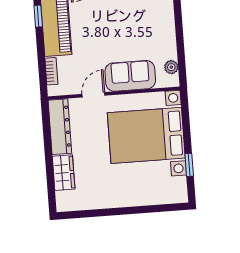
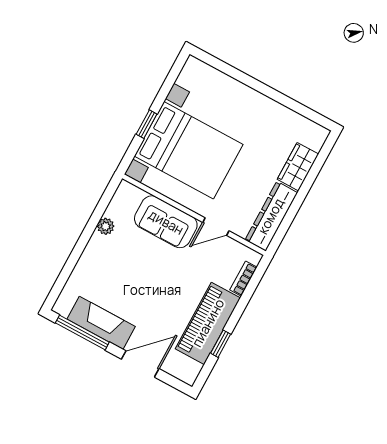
plant: (171, 67) -> (106, 226), moved
window: (189, 165) -> (147, 124), moved

